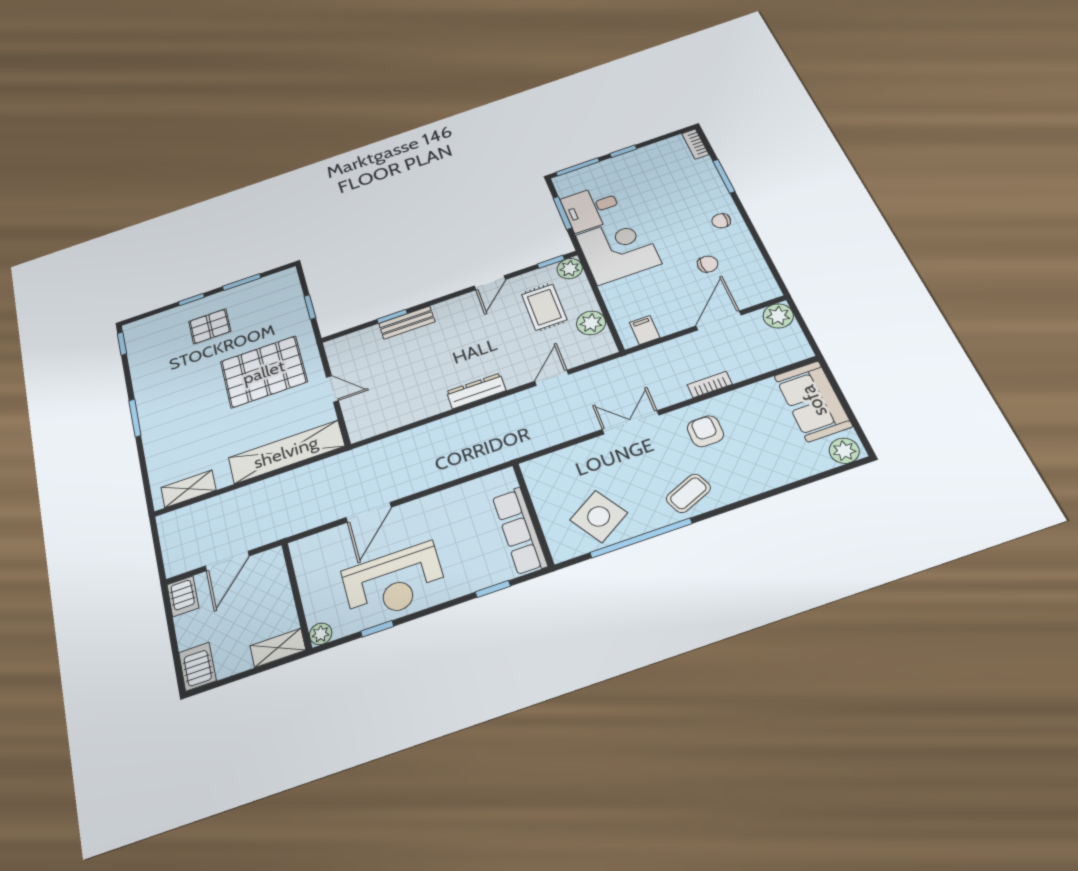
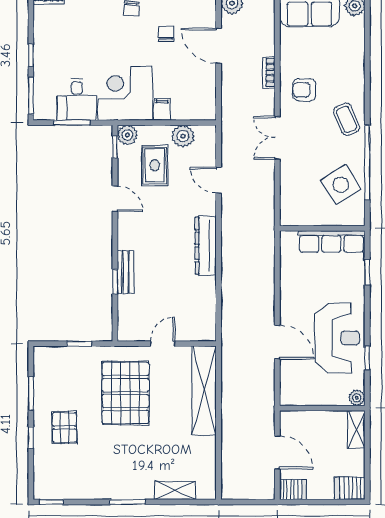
rug: (544, 307) -> (155, 165), turned 90
filing cabinet: (645, 330) -> (162, 109), moved, turned 90
dresser: (476, 391) -> (206, 246), width x1.37, depth x1.24
shelving: (189, 489) -> (175, 490), moved, turned 90

